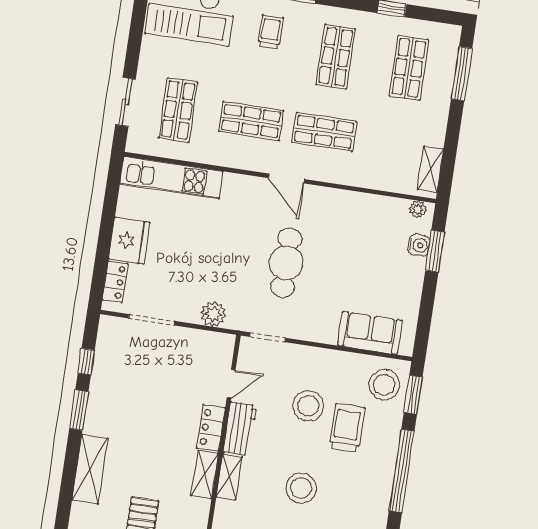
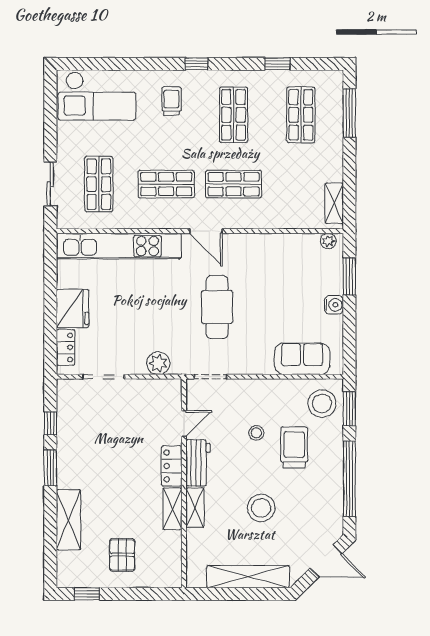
kitchen unit: (171, 178) -> (119, 246), width x1.36
water cooler: (419, 245) -> (334, 305), moved
stool: (308, 406) -> (256, 433), width x0.53, depth x0.53

